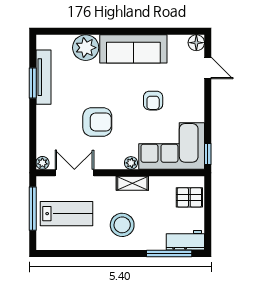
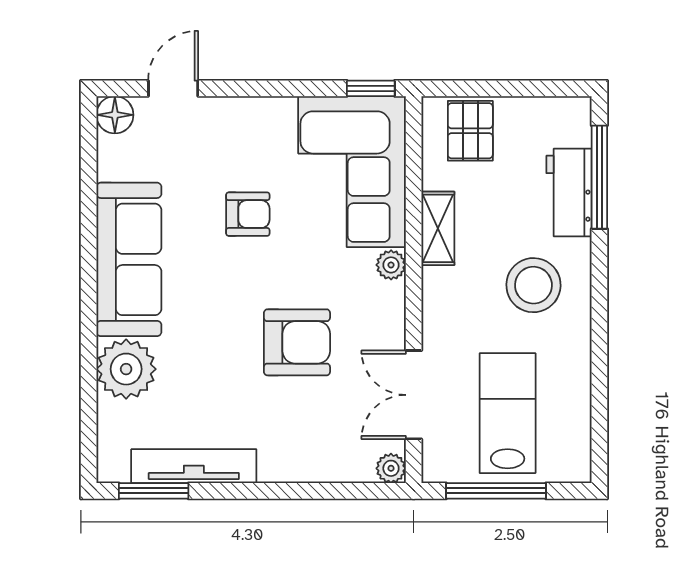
window: (33, 83) -> (154, 491), moved
armchair: (97, 122) -> (297, 342), turned 90
shelving: (132, 183) -> (438, 228), moved
workbench: (185, 240) -> (569, 192), moved

